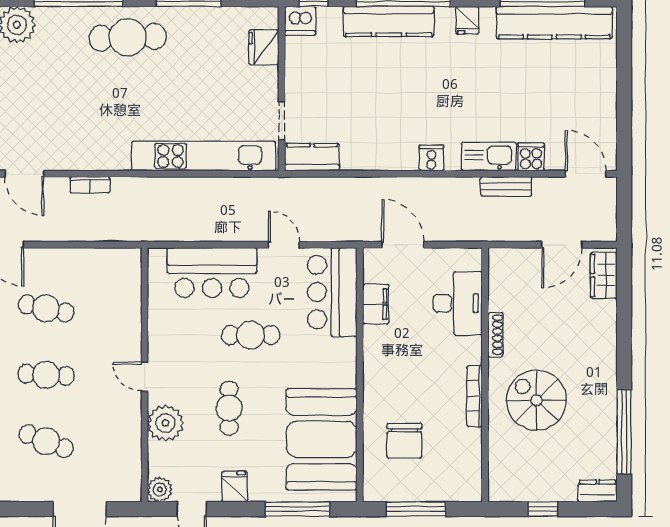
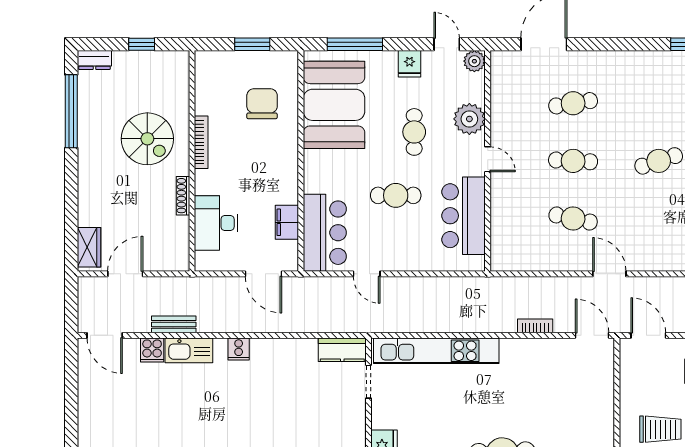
bar counter: (212, 272) -> (463, 216), moved, turned -90
cafe table: (46, 441) -> (573, 103), turned -30
window: (416, 509) -> (252, 44), width x0.69

